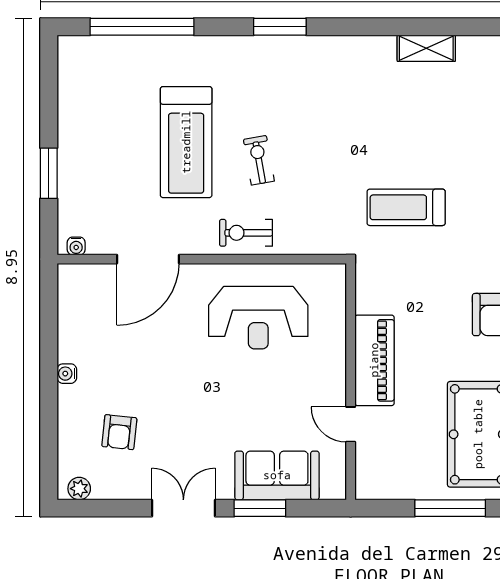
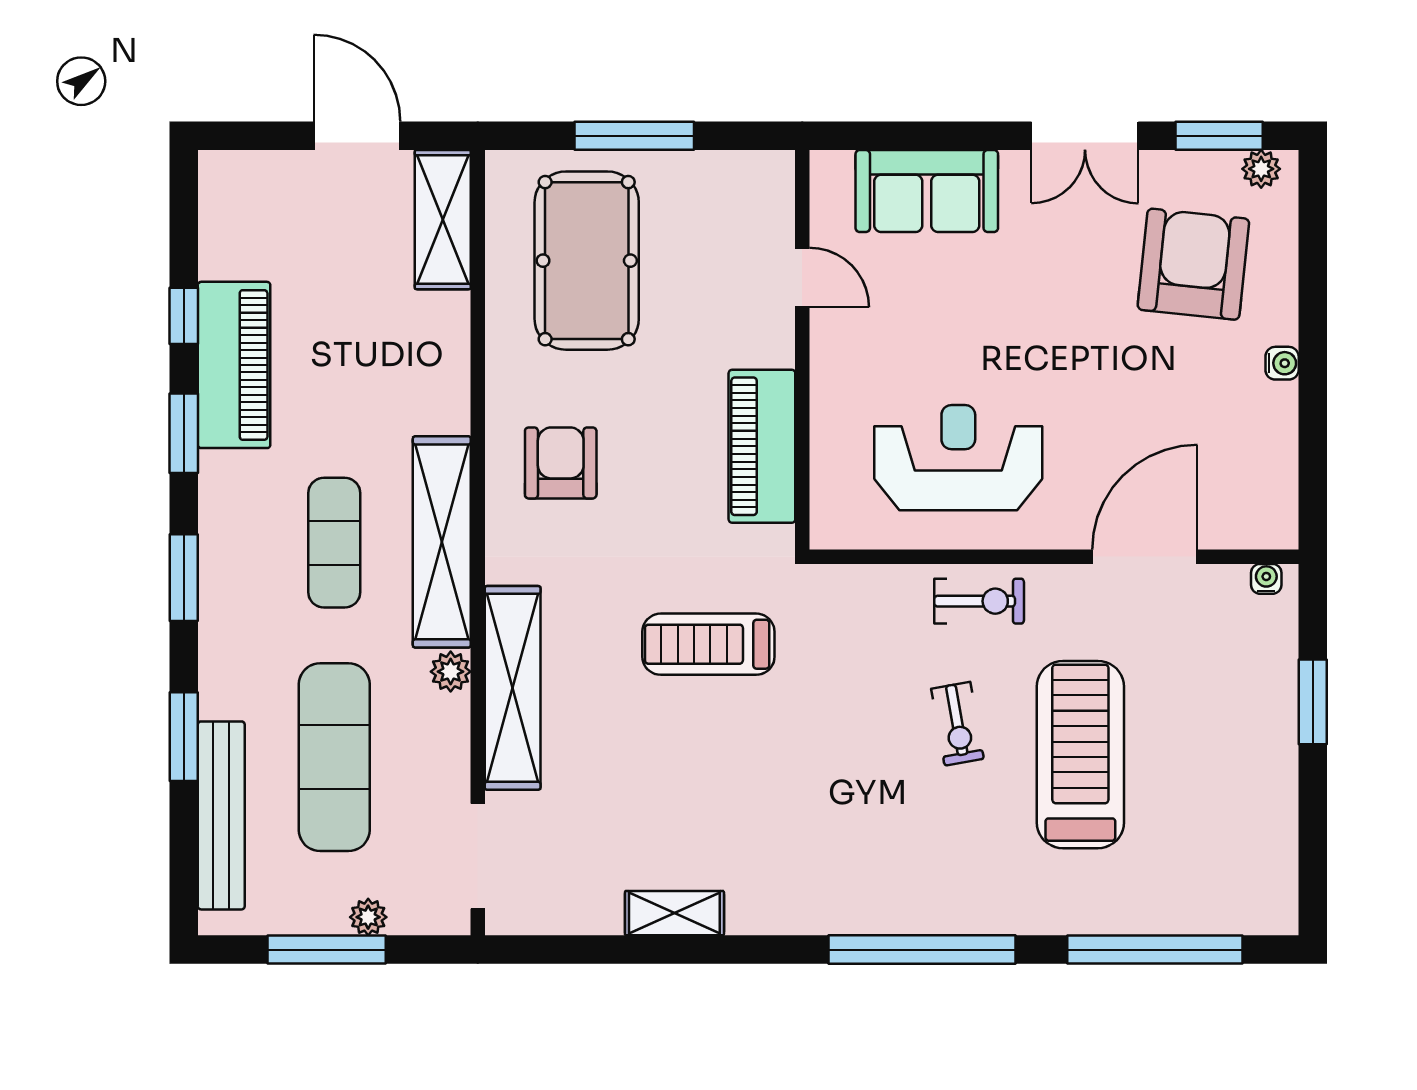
window: (280, 27) -> (922, 950), width x2.11
treadmill: (406, 207) -> (708, 644), turned 180
piano: (374, 360) -> (762, 446), moved
armchair: (119, 432) -> (1193, 264), width x1.88, depth x1.88
window: (260, 508) -> (1219, 136), moved

